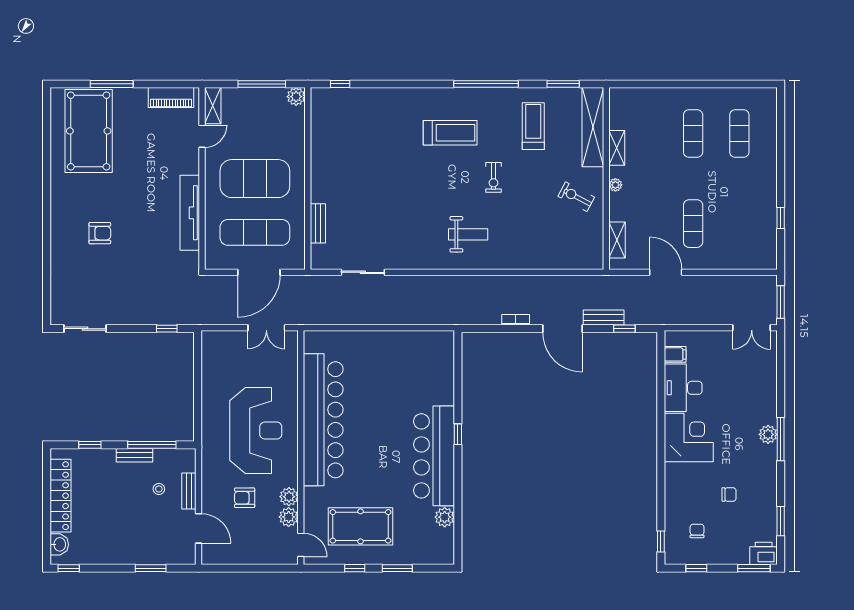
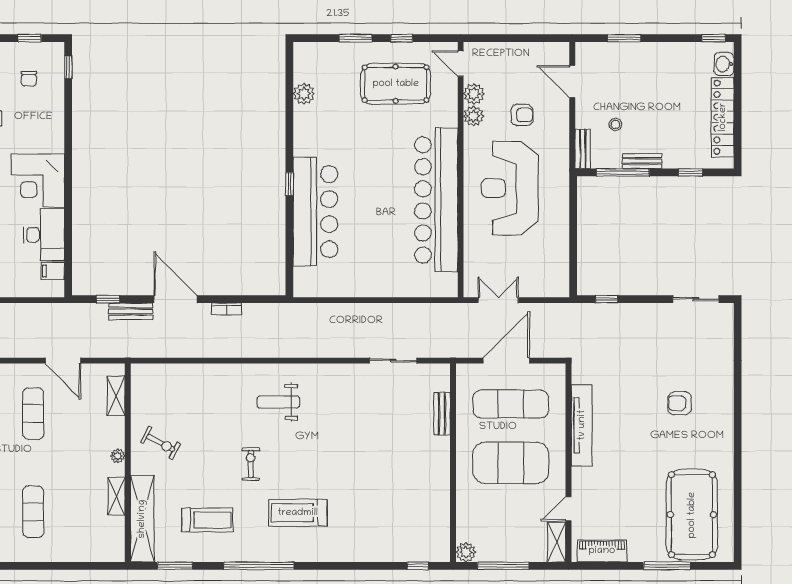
treadmill: (533, 126) -> (207, 520), turned -90
bar counter: (434, 456) -> (315, 212), moved
bench: (189, 491) -> (583, 149), moved

